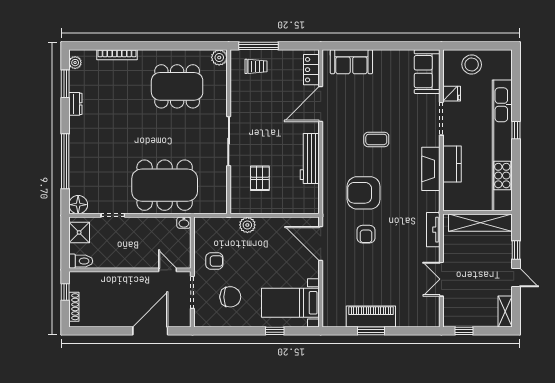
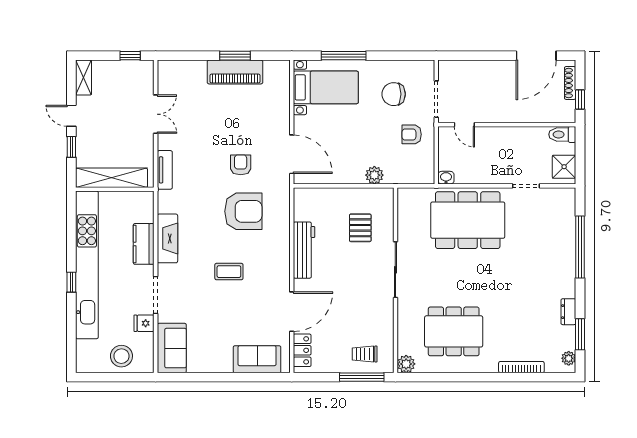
floor lamp: (78, 205) -> (565, 198), removed
door: (150, 331) -> (536, 56), moved
window: (275, 331) -> (344, 56), width x2.17

